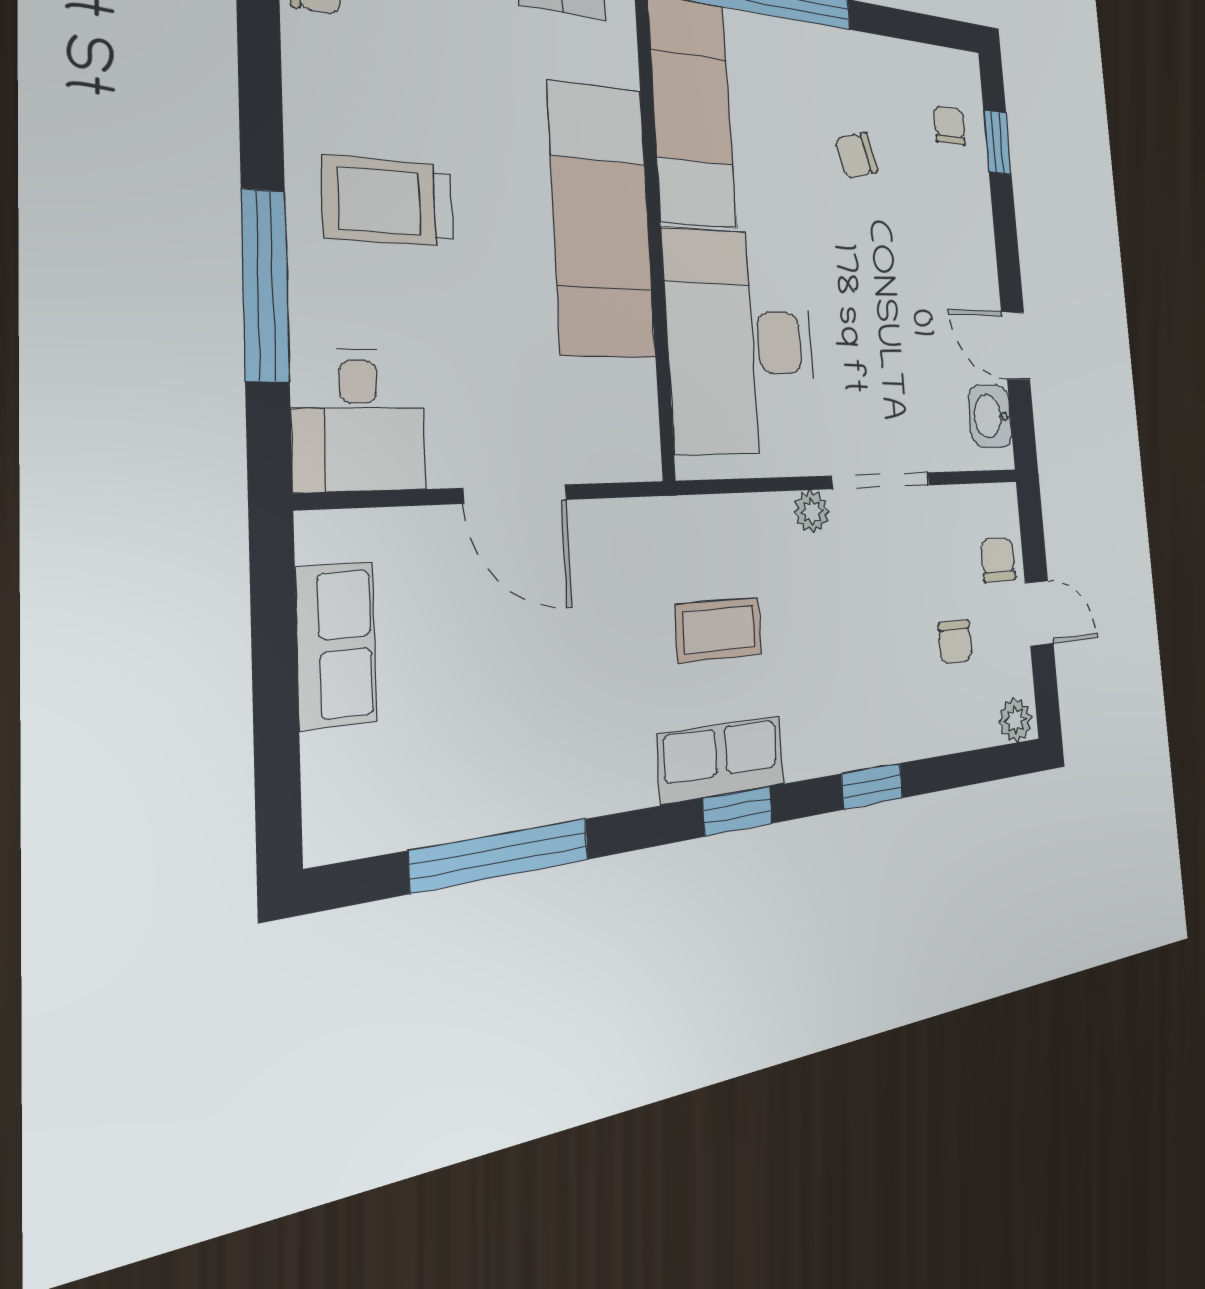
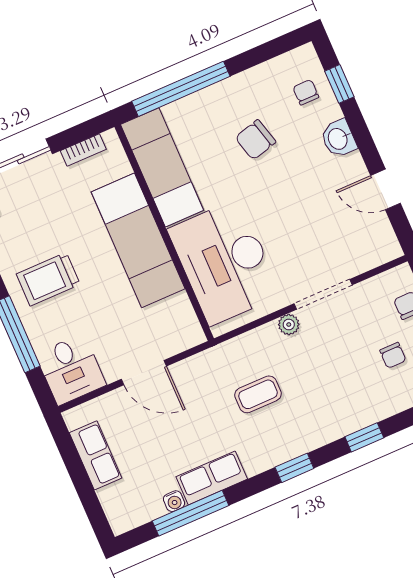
chair: (856, 155) -> (255, 140), width x1.37, depth x1.37
washbasin: (990, 416) -> (338, 139), moved
row of seats: (721, 759) -> (212, 478), moved
water cooler: (475, 815) -> (174, 501), added

